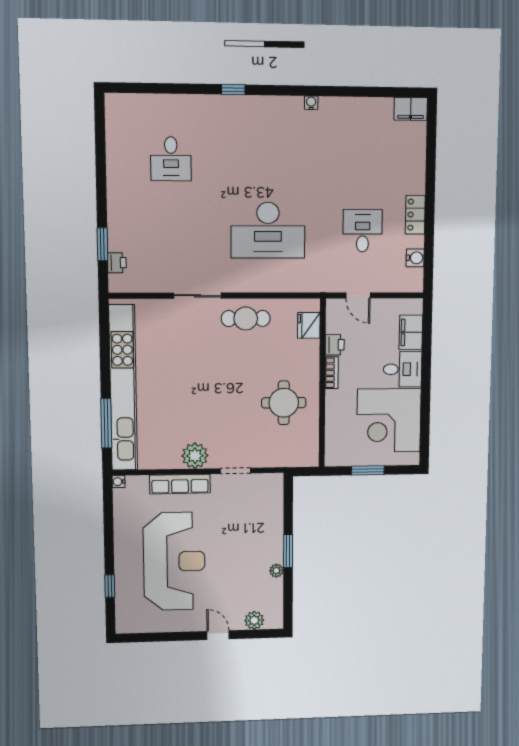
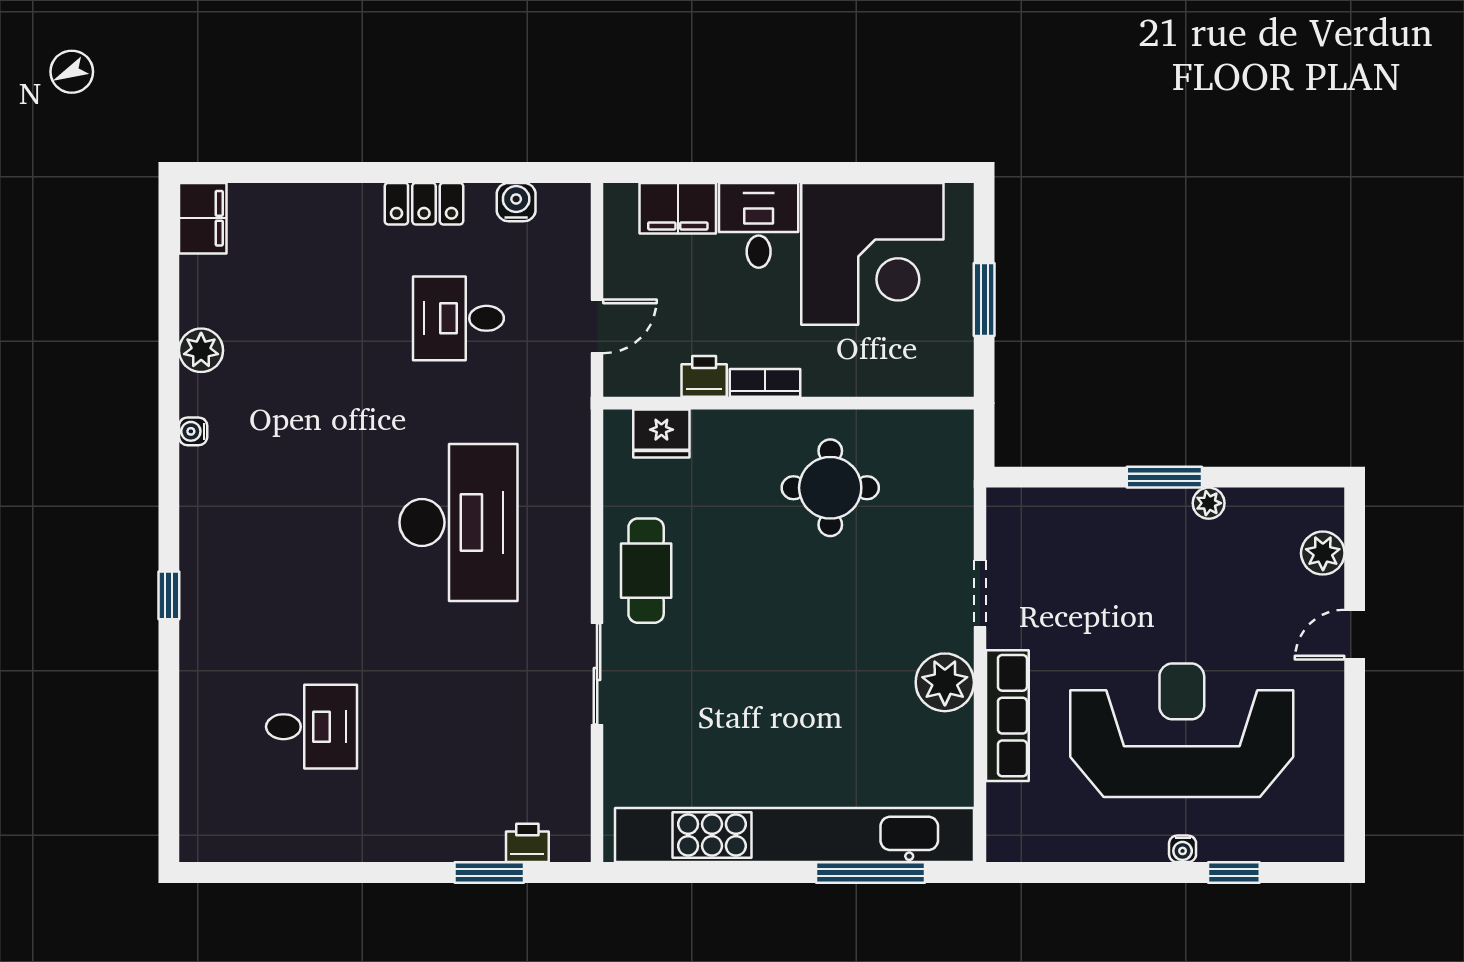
plant: (349, 107) -> (201, 350), added
water cooler: (118, 482) -> (1183, 849), moved

